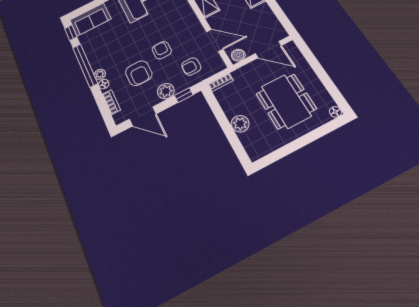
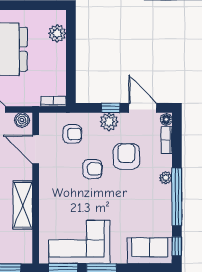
armchair: (162, 50) -> (92, 169), turned -90
floor lamp: (104, 84) -> (166, 119), moved
window: (184, 95) -> (111, 108), moved
plant: (240, 124) -> (57, 33), moved

